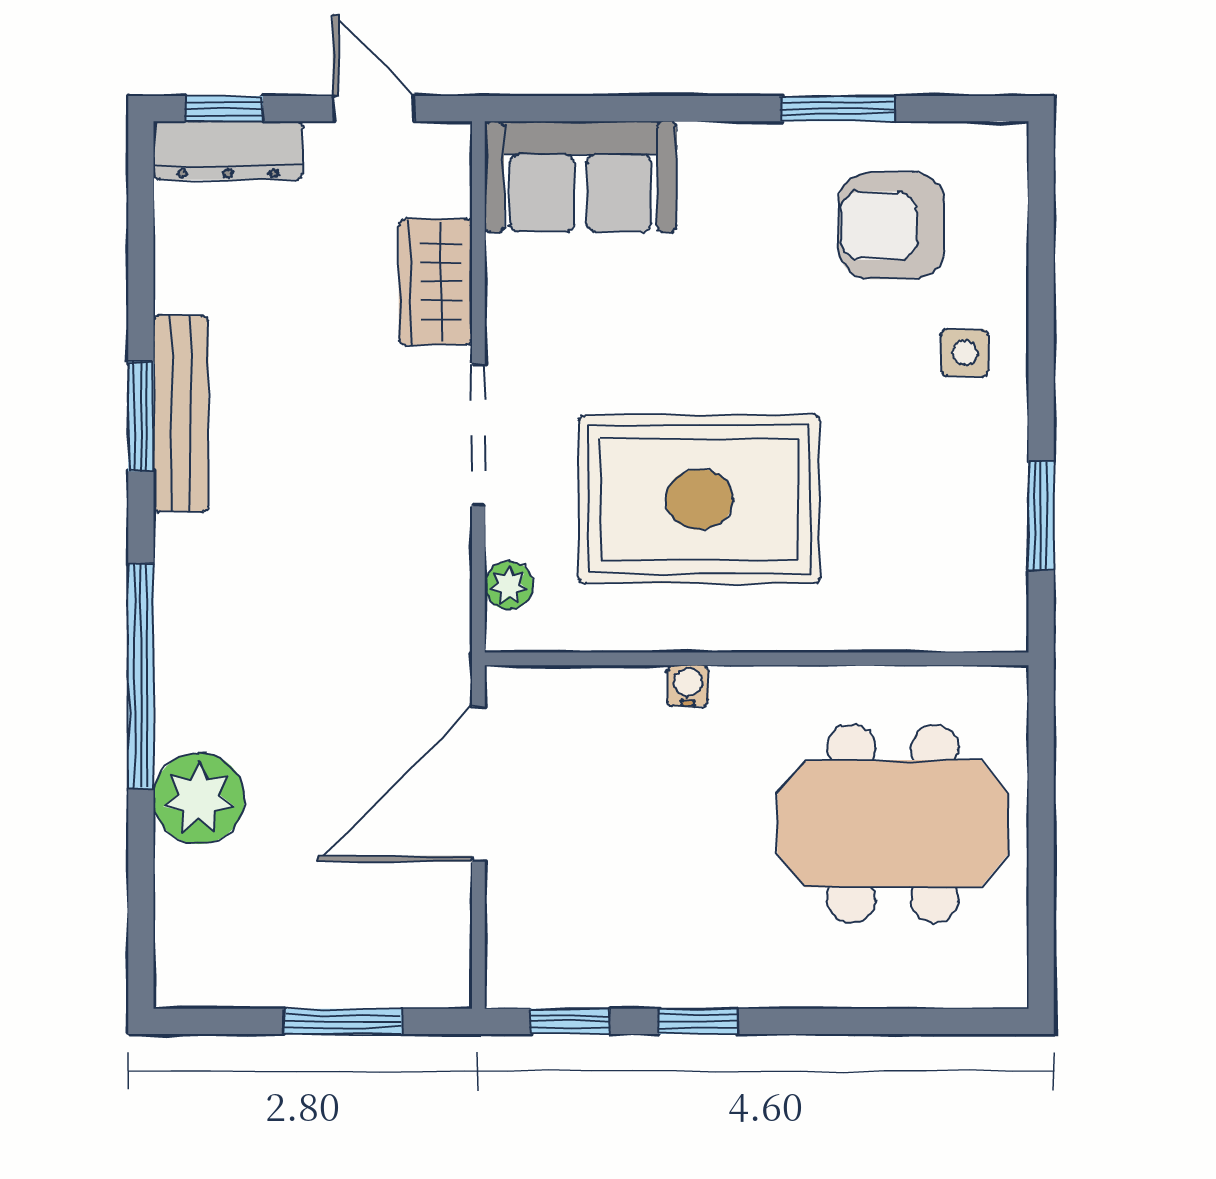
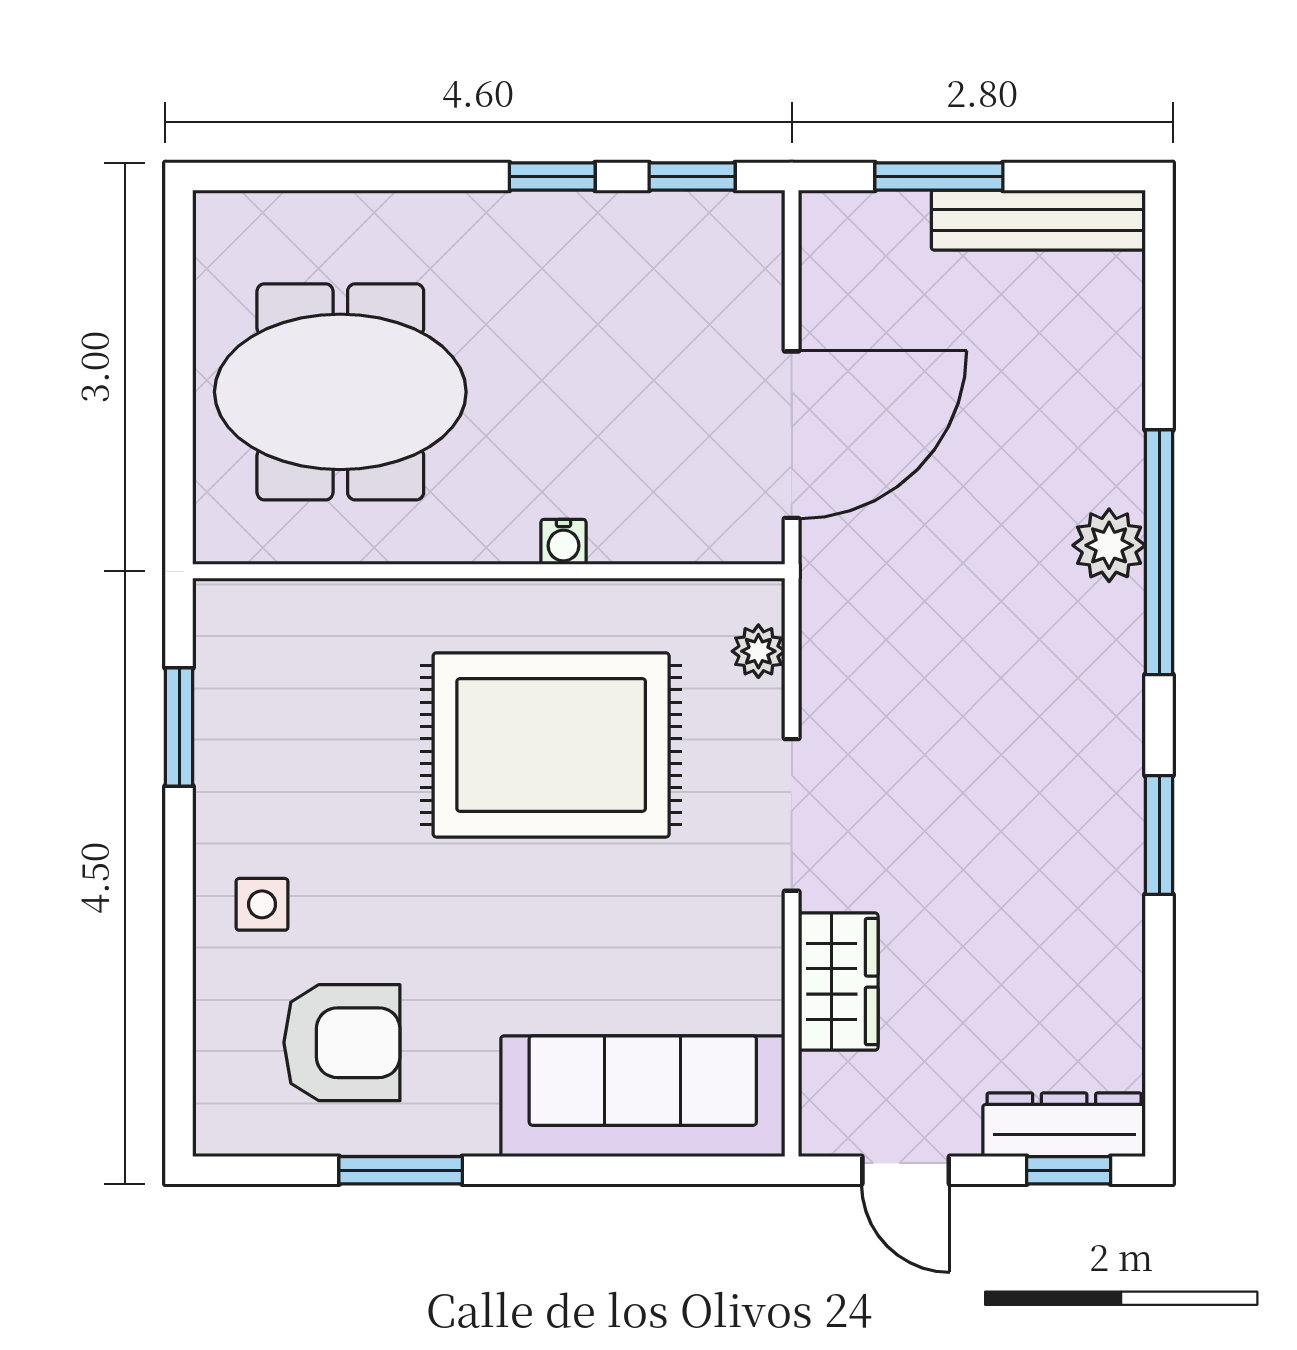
sofa: (580, 177) -> (643, 1096), width x1.36
bench: (181, 413) -> (1038, 220), moved, turned 90
plant: (199, 798) -> (1109, 545), moved, width x0.73, depth x0.73

